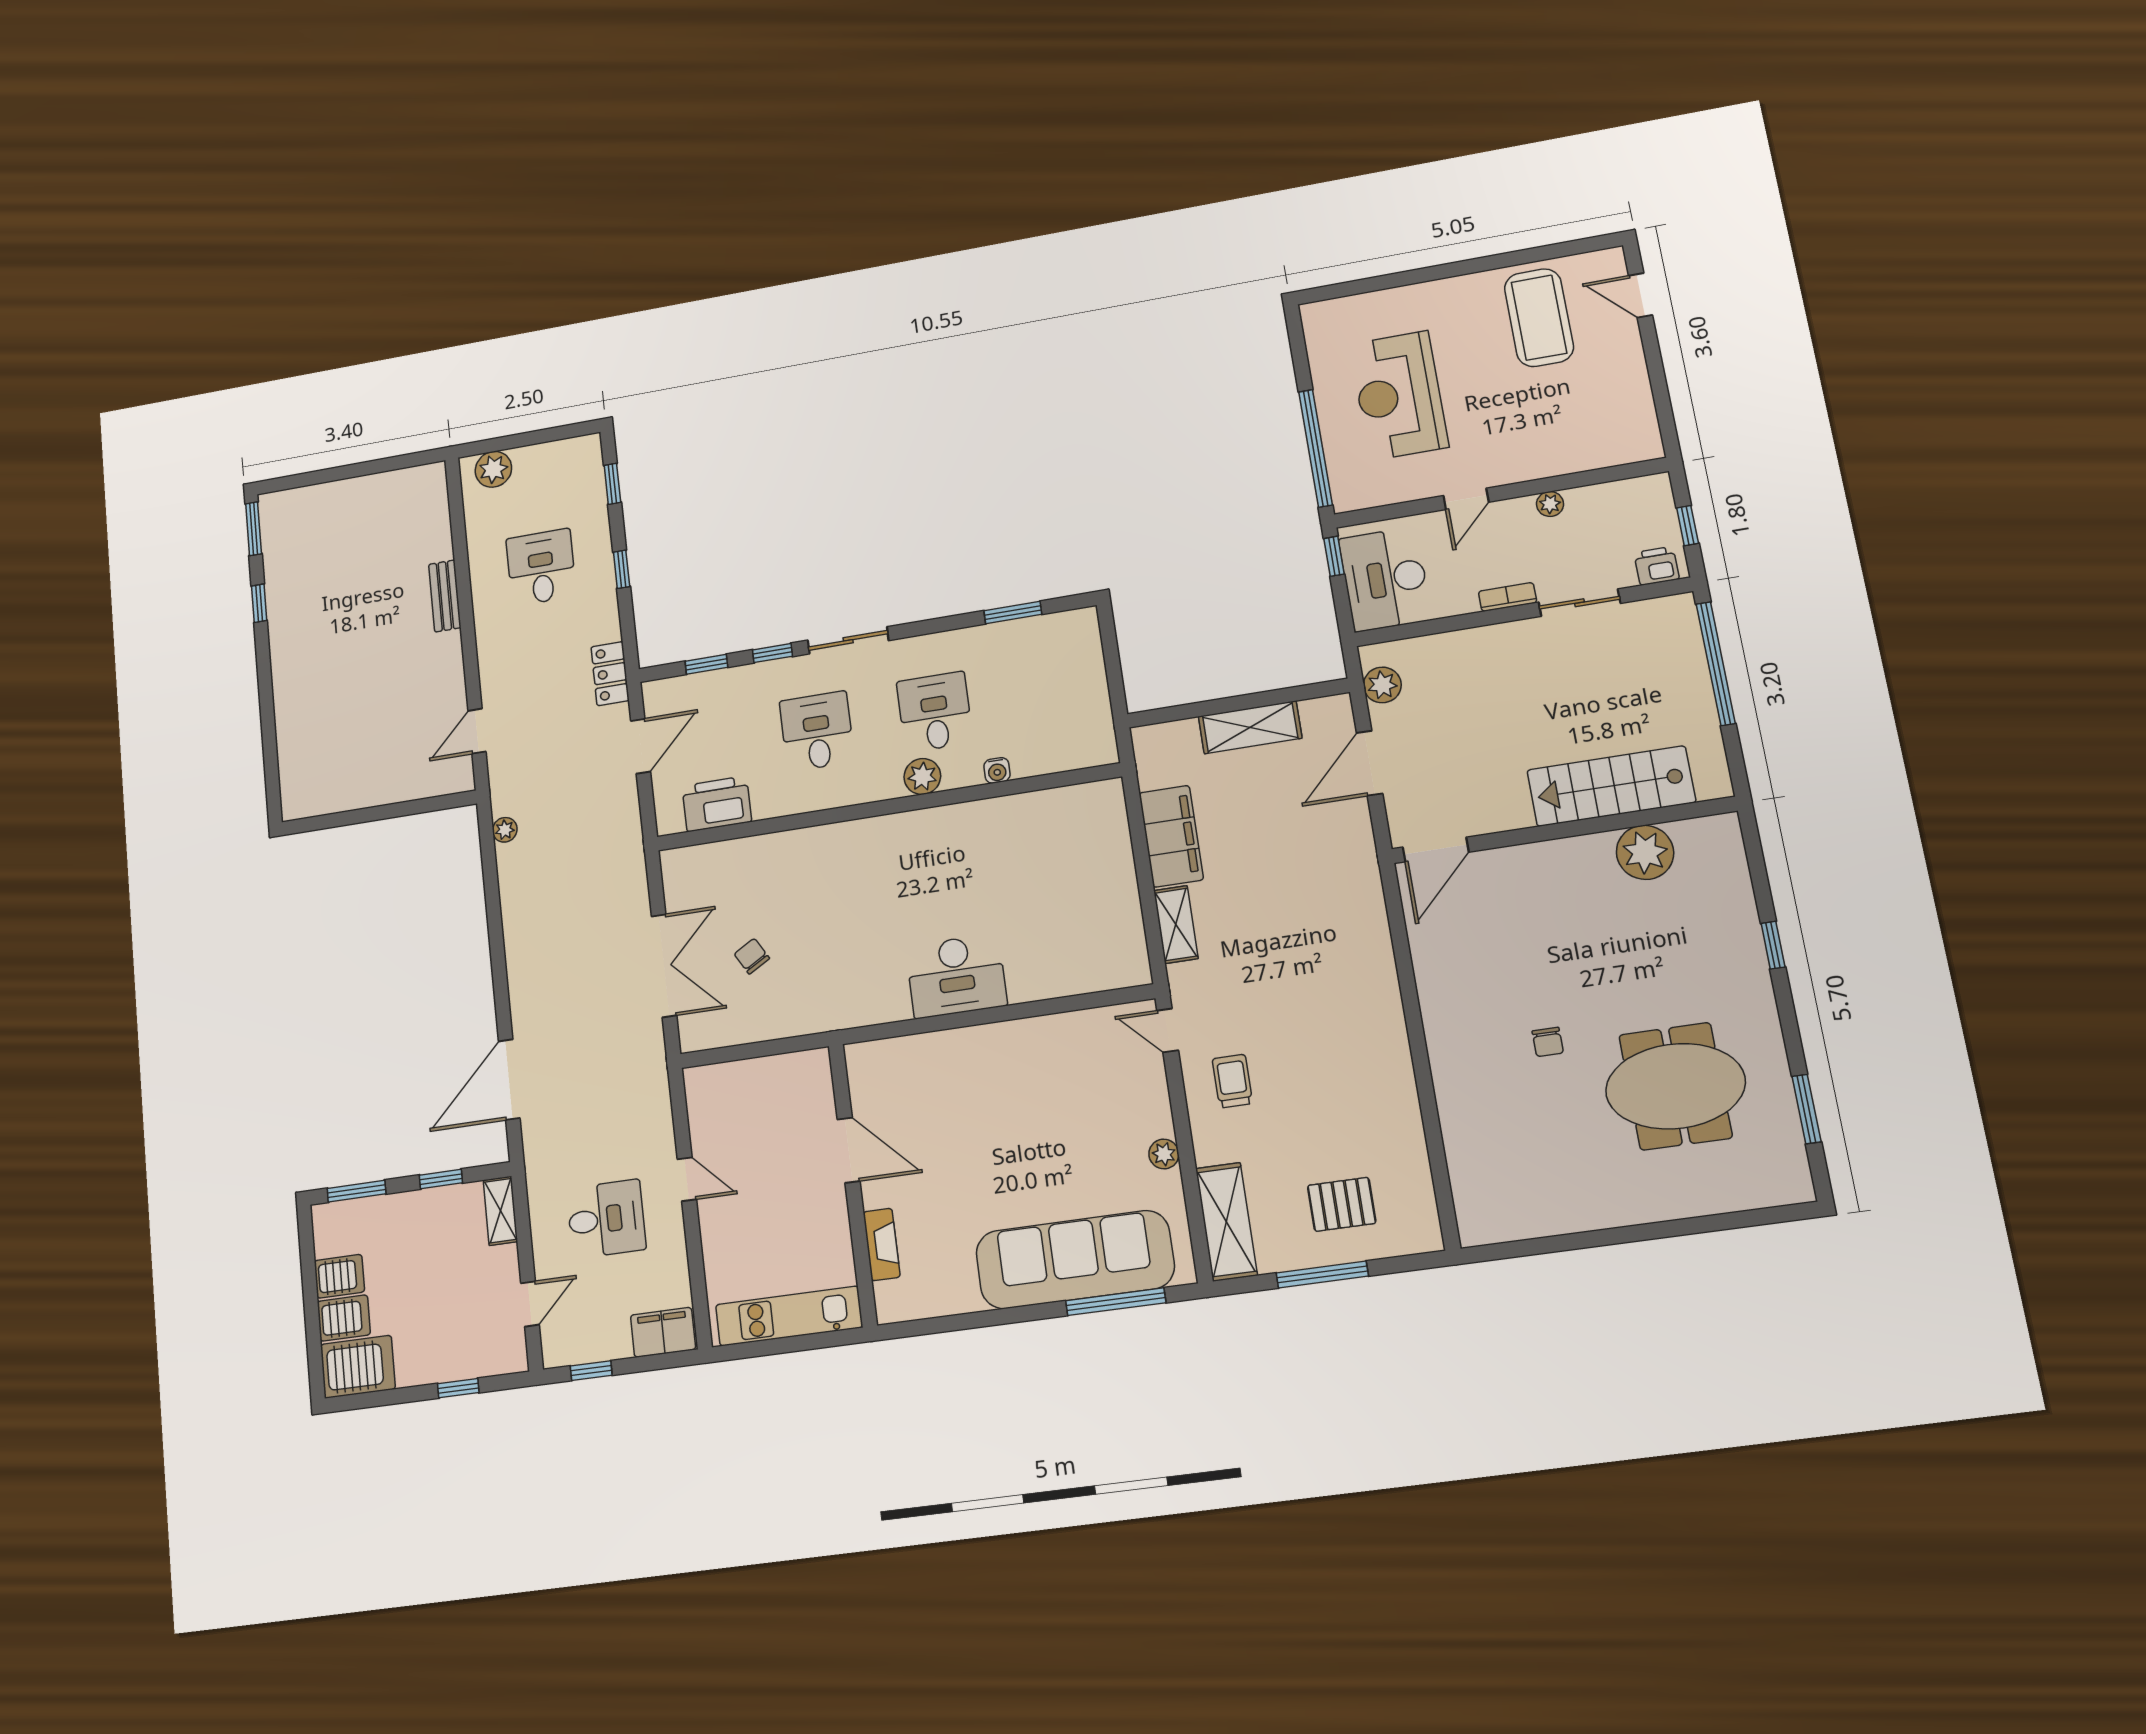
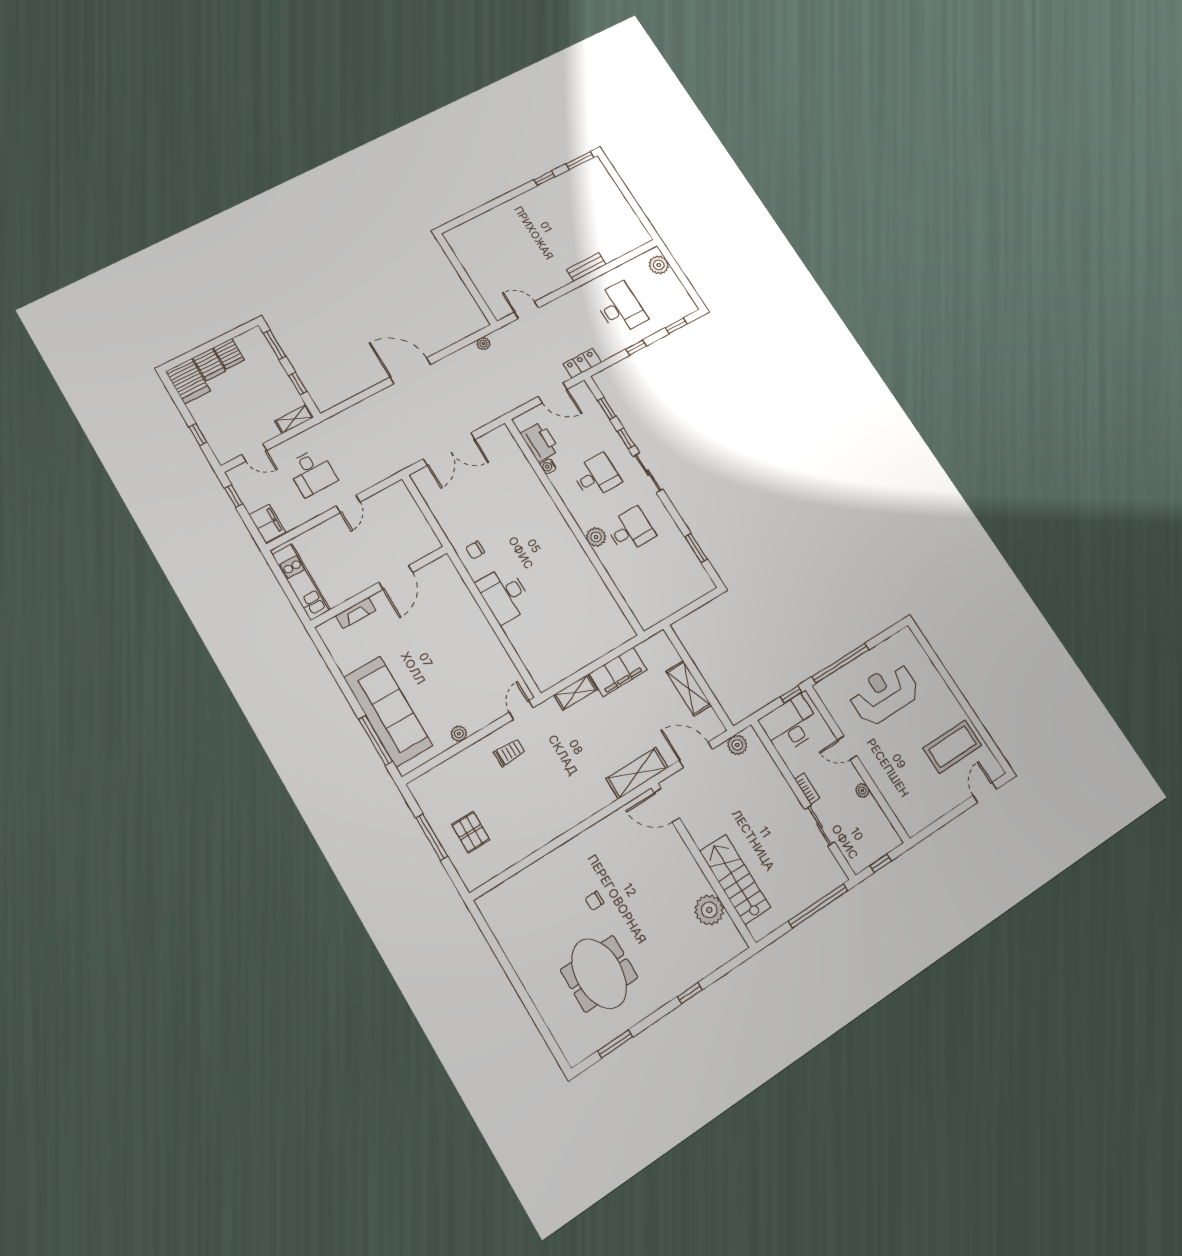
printer: (1657, 566) -> (854, 856), removed
desk: (541, 567) -> (620, 308), width x1.37
water cooler: (997, 770) -> (548, 466), moved
chair: (752, 956) -> (475, 550), moved, turned -150
door: (509, 1080) -> (410, 371), moved
shelving: (1226, 1222) -> (637, 773), moved

